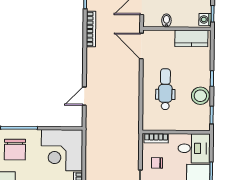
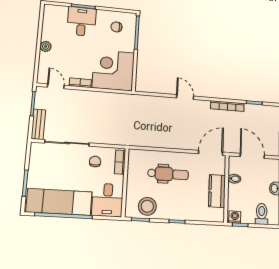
kitchen counter: (191, 38) -> (217, 191), moved
door: (84, 96) -> (185, 97), moved
stool: (200, 96) -> (147, 206), moved
chair: (15, 150) -> (116, 27), width x0.54, depth x0.54

